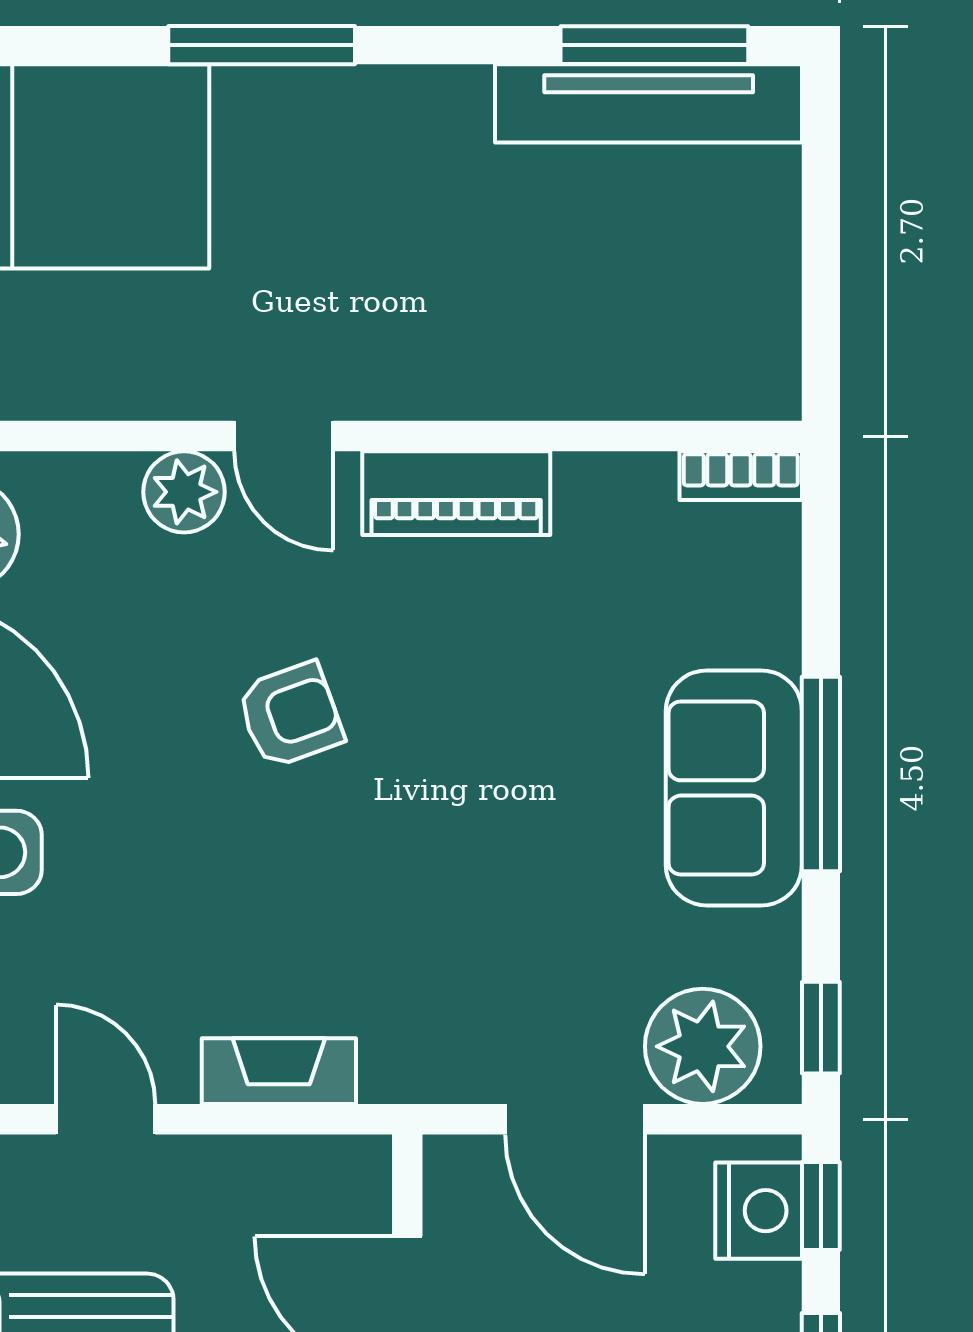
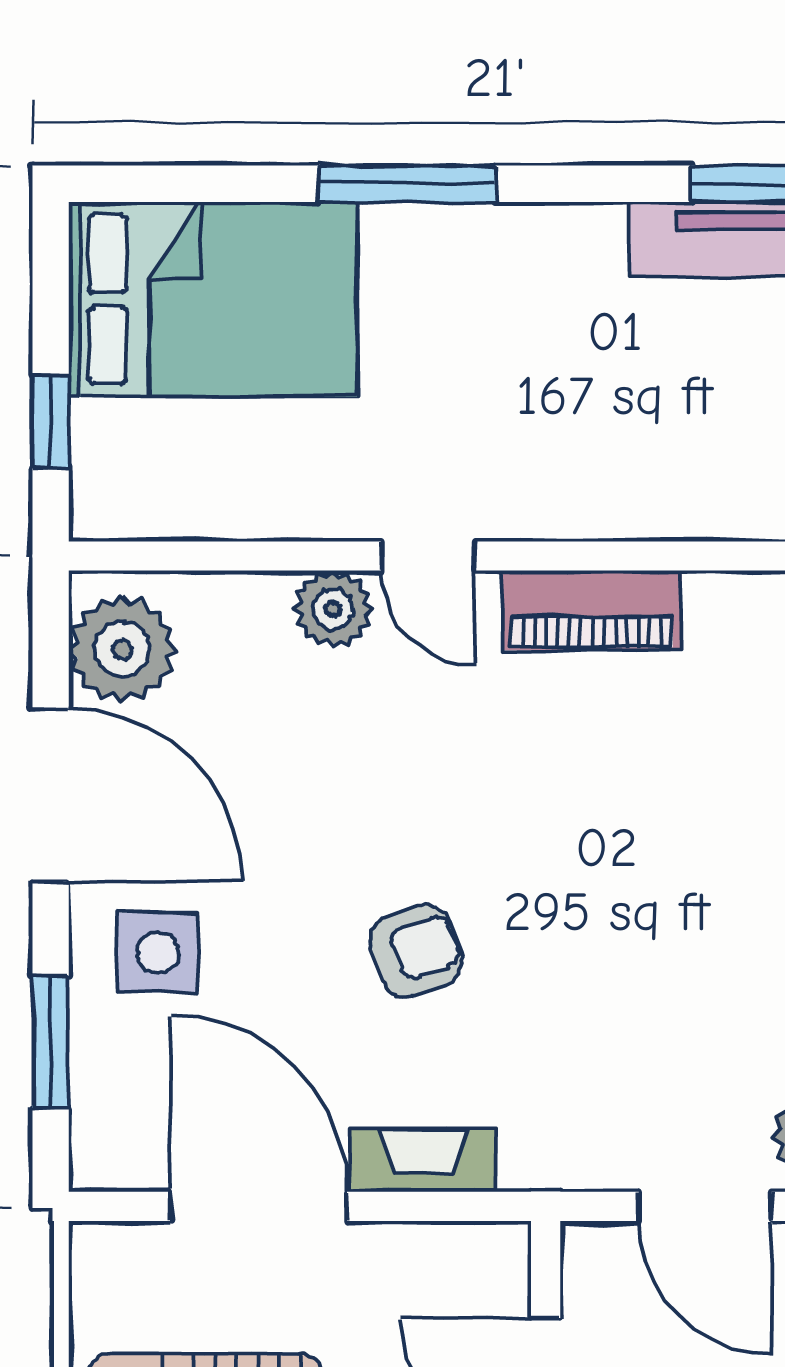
armchair: (290, 715) -> (416, 951), moved
door: (106, 1119) -> (258, 1206), width x1.87

